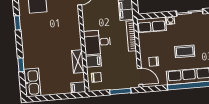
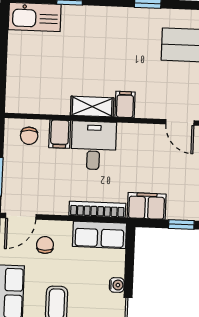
row of seats: (151, 25) -> (99, 235), moved, turned -90
shelving: (78, 61) -> (92, 107), moved
filing cabinet: (78, 87) -> (125, 105), moved

